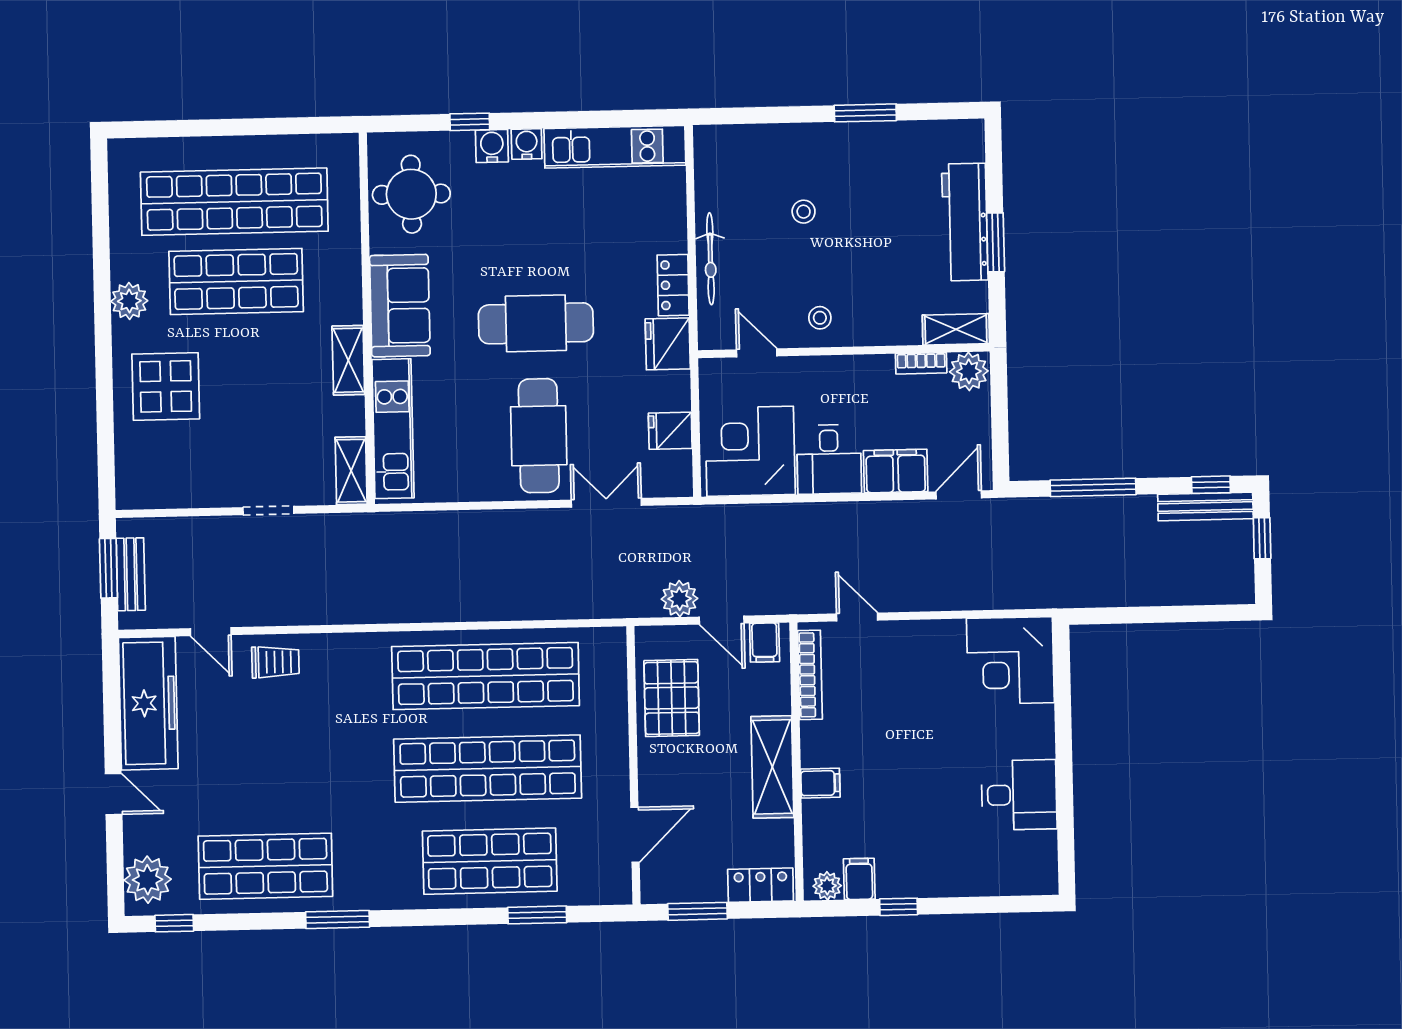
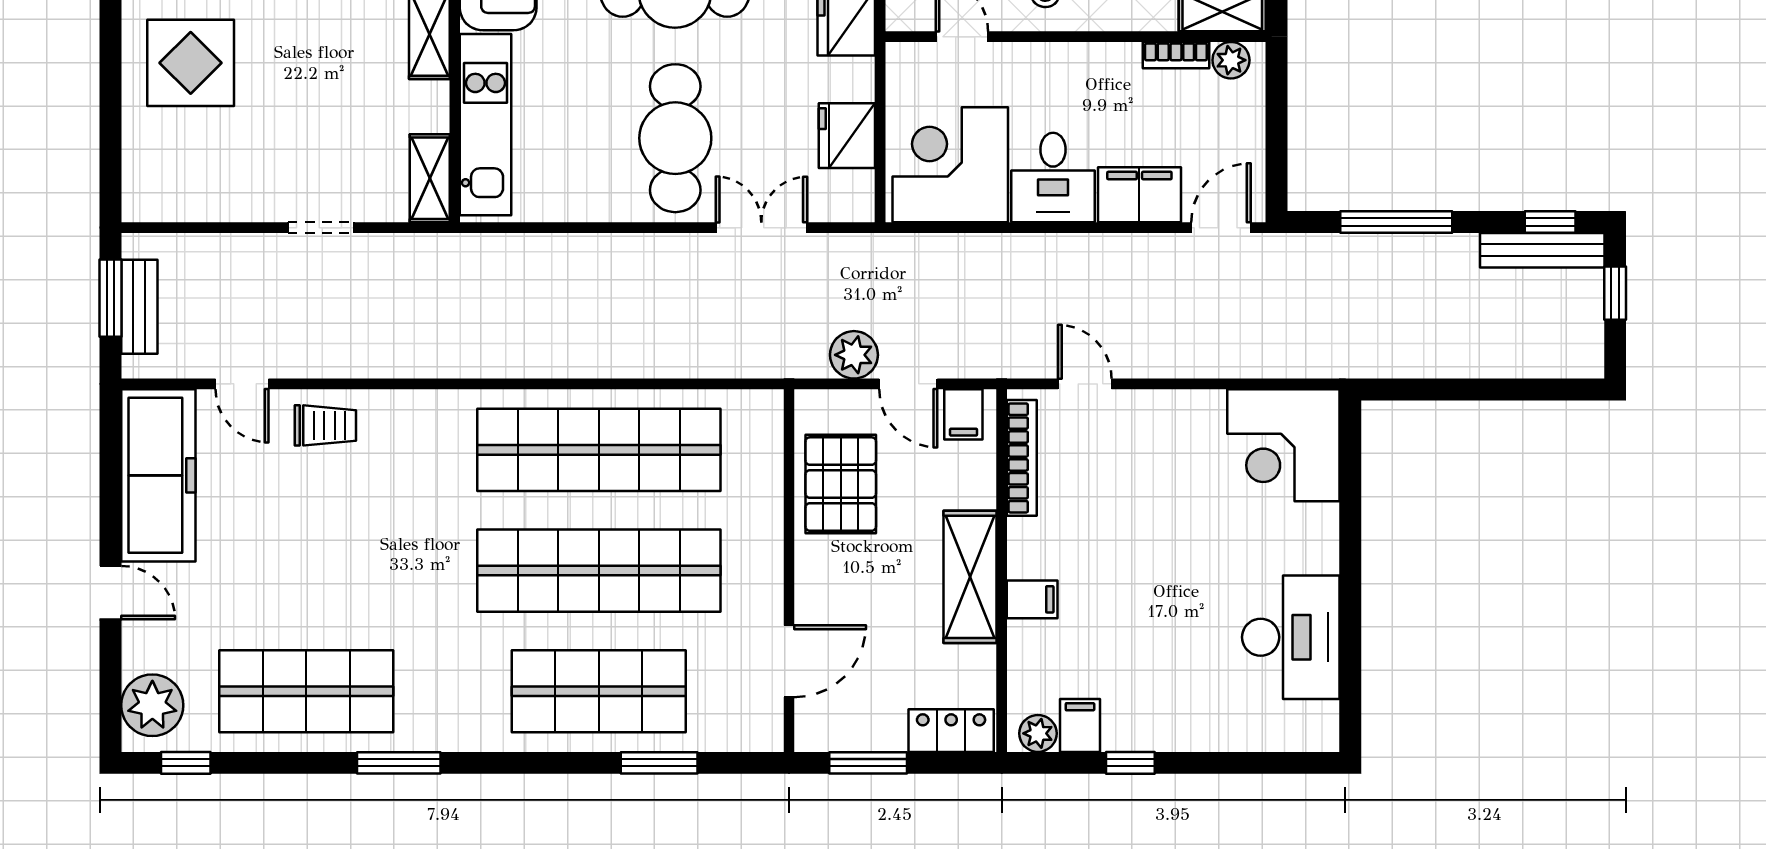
plant: (969, 371) -> (1231, 60), width x0.73, depth x0.73
fridge: (670, 431) -> (847, 136), width x1.38
desk: (1019, 795) -> (1291, 637), width x1.37

